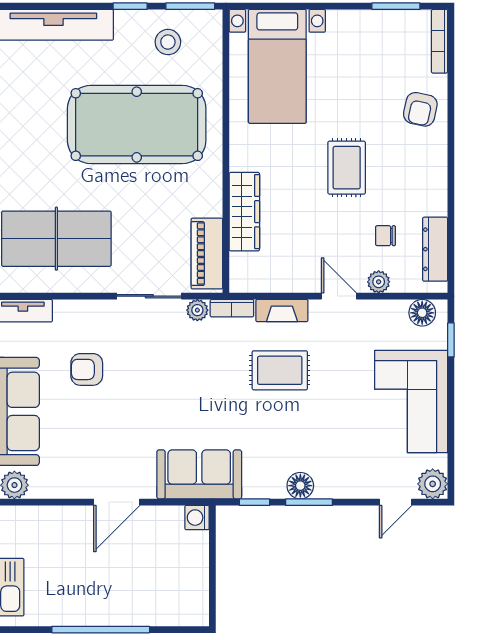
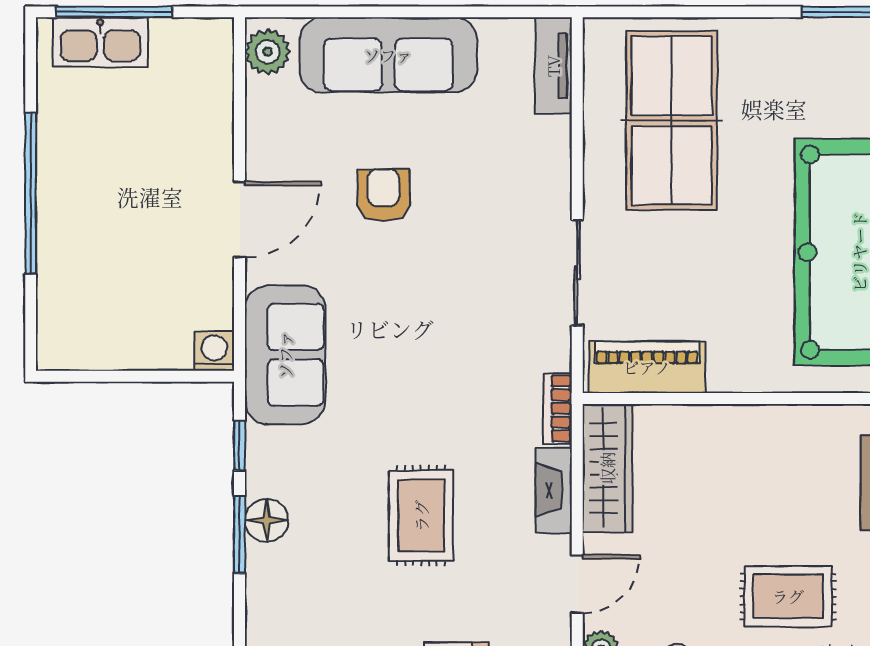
wardrobe: (244, 212) -> (607, 468), moved, turned -90
plant: (197, 310) -> (554, 352), removed
armchair: (87, 369) -> (383, 195), moved
rug: (280, 370) -> (421, 516), moved
door: (117, 502) -> (240, 219), swing flipped

